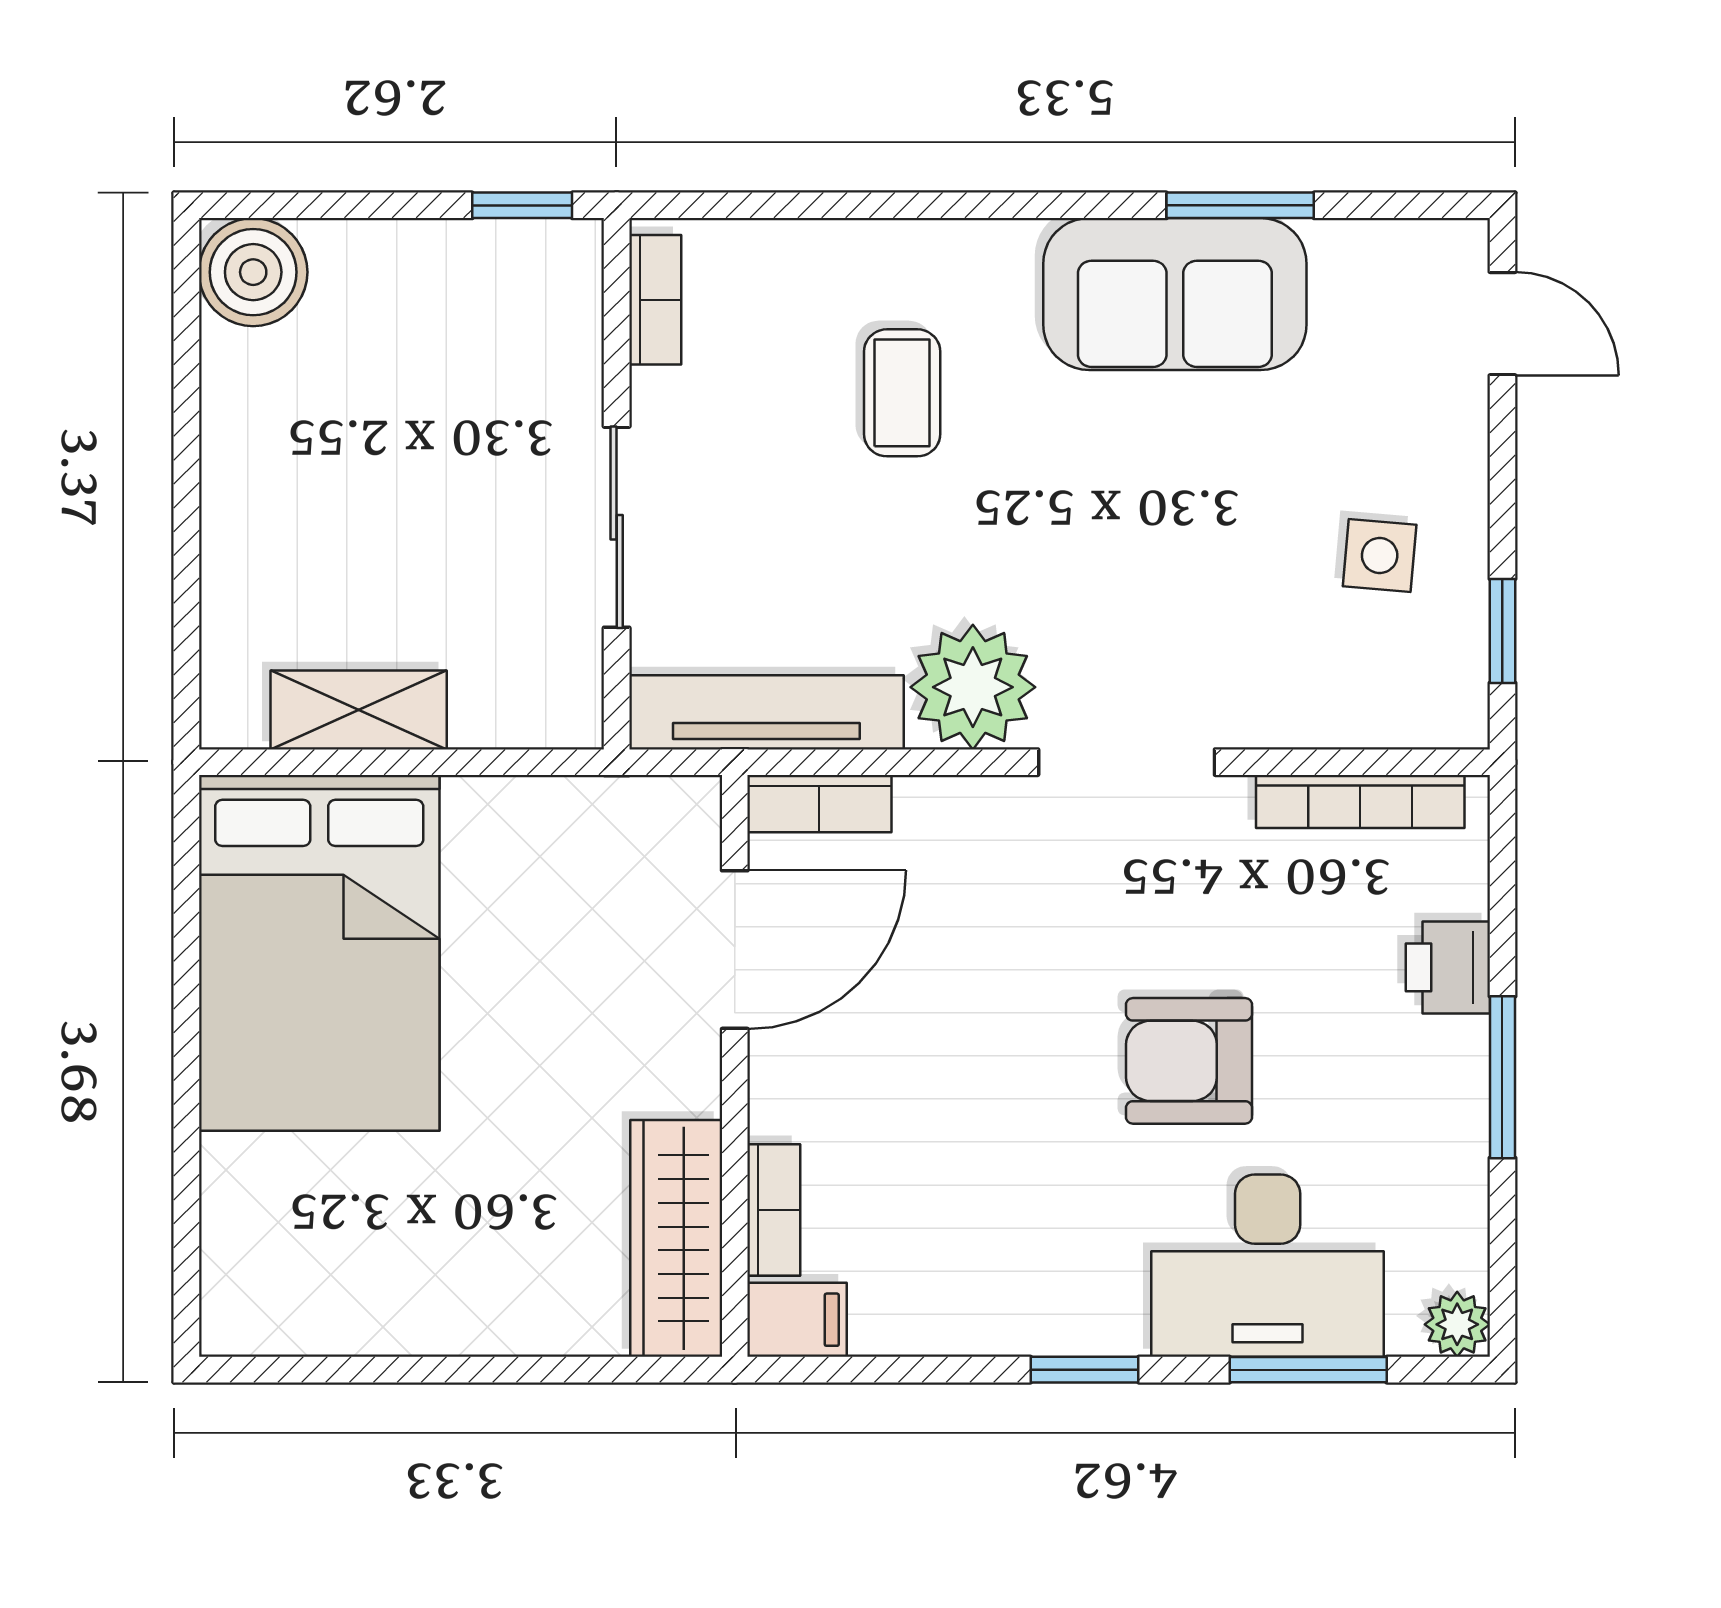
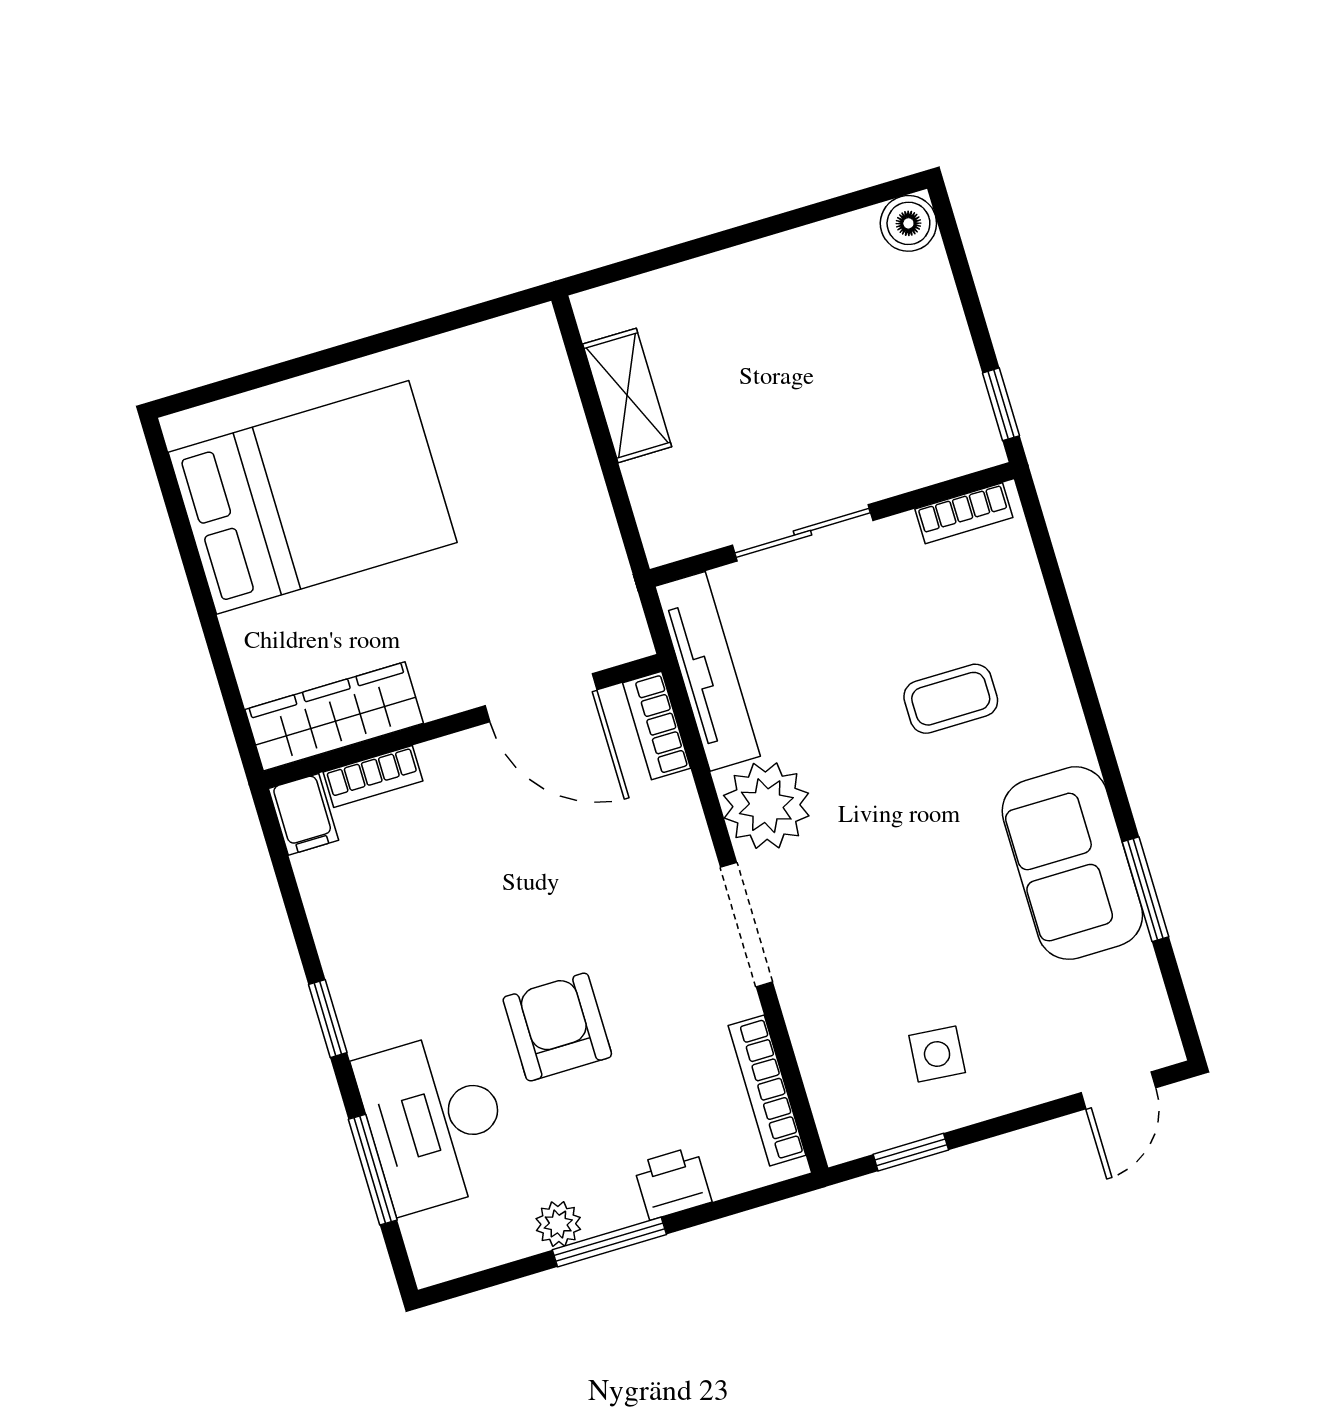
boiler: (253, 272) -> (908, 223), width x0.73, depth x0.73
bed: (319, 953) -> (313, 497), moved, turned 180
plant: (1457, 1324) -> (558, 1224), moved

